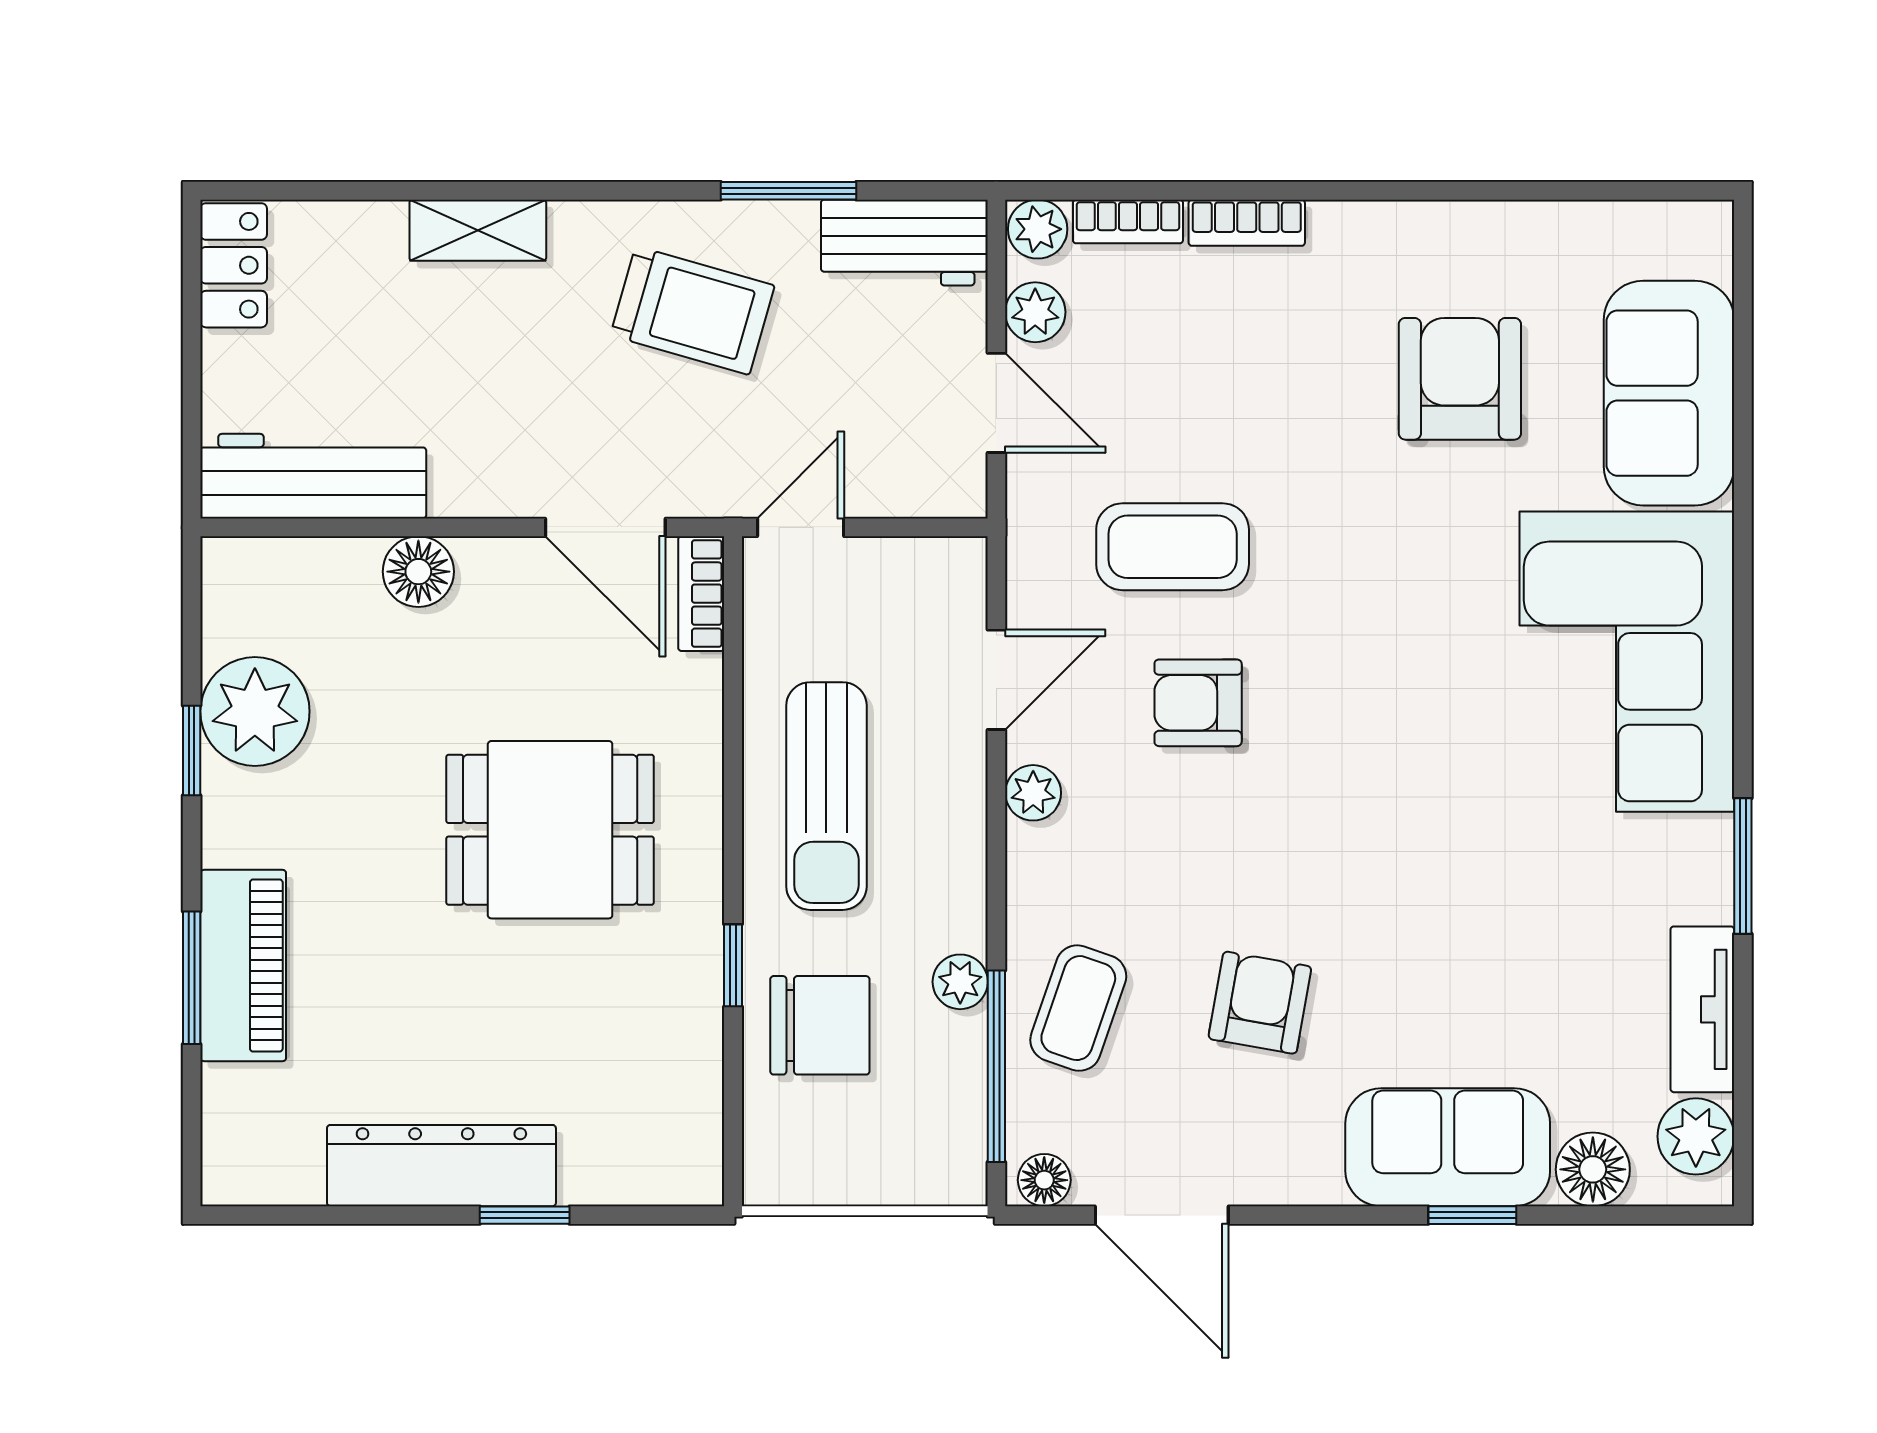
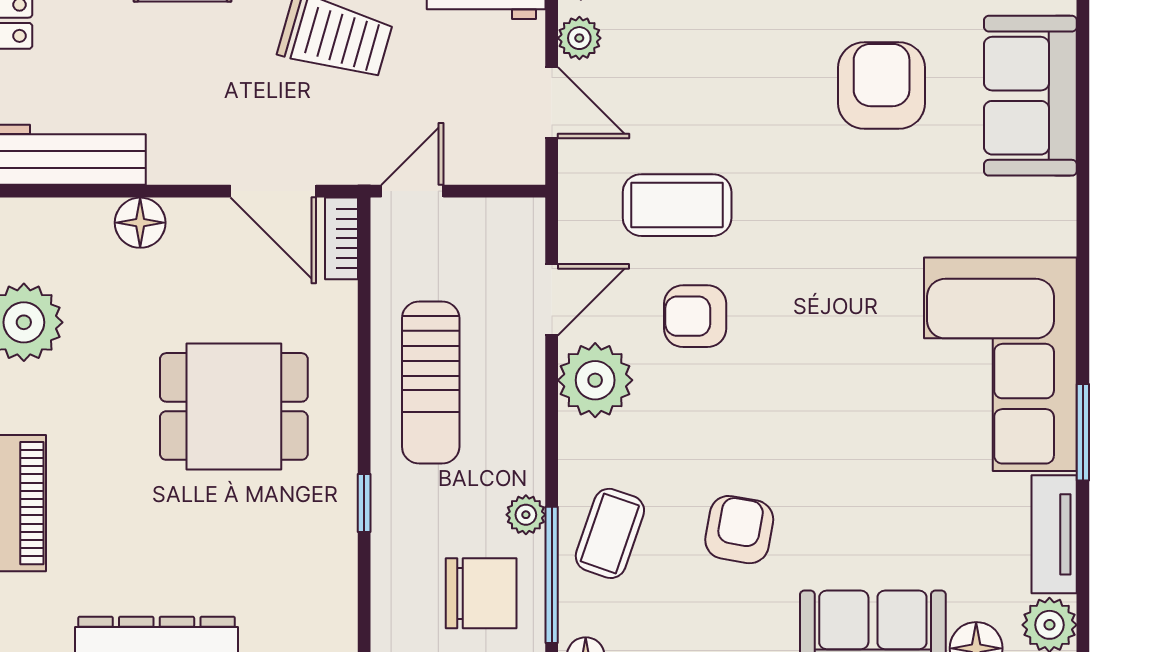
corner sofa: (1627, 662) -> (1000, 364), moved
plant: (1033, 793) -> (595, 380), width x1.88, depth x1.88
chair: (820, 1025) -> (481, 593), moved

